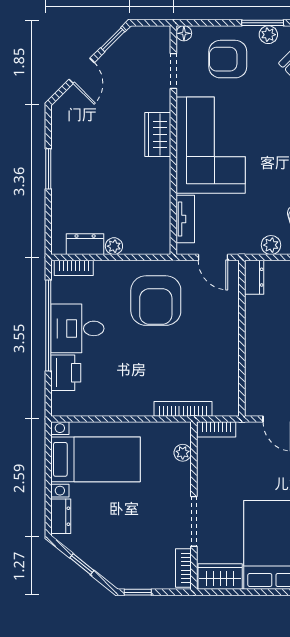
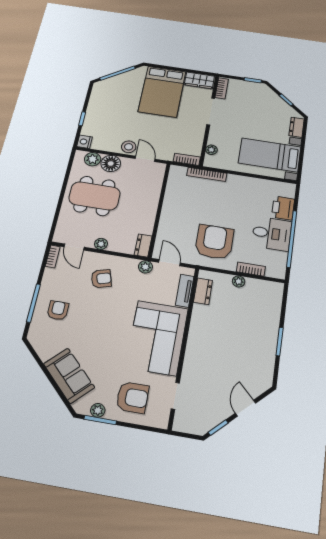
floor lamp: (184, 33) -> (162, 423), removed
wardrobe: (158, 134) -> (195, 352), removed
dresser: (85, 244) -> (203, 291), moved, turned -90
plant: (271, 245) -> (145, 267), moved
bookcase: (74, 268) -> (251, 269), moved

